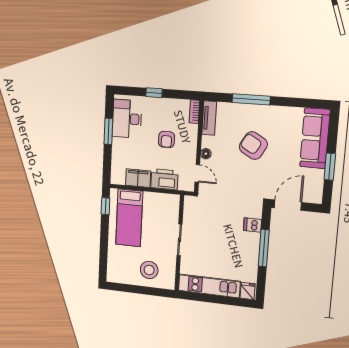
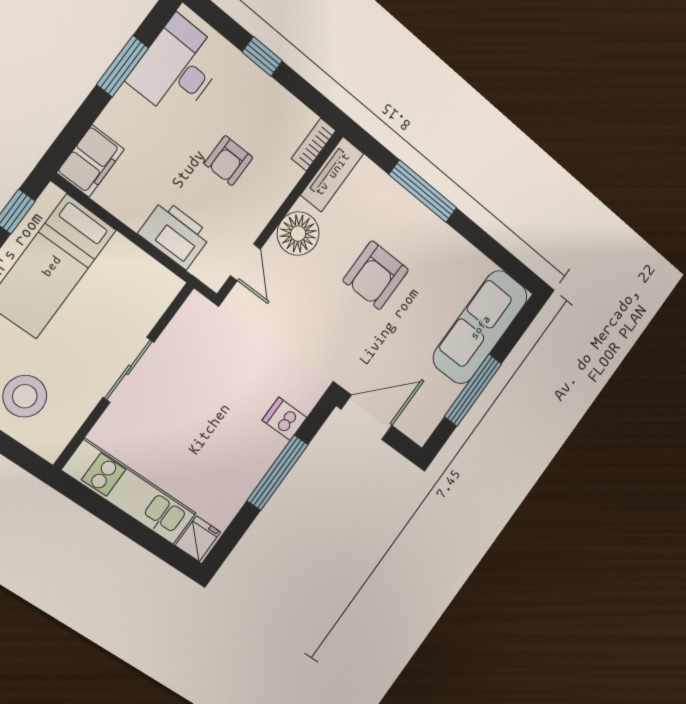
armchair: (253, 146) -> (376, 275), turned -120
floor lamp: (206, 154) -> (298, 234), width x1.89, depth x1.89
window: (330, 167) -> (473, 390), width x1.44
filing cabinet: (138, 178) -> (91, 161), moved, turned 90

